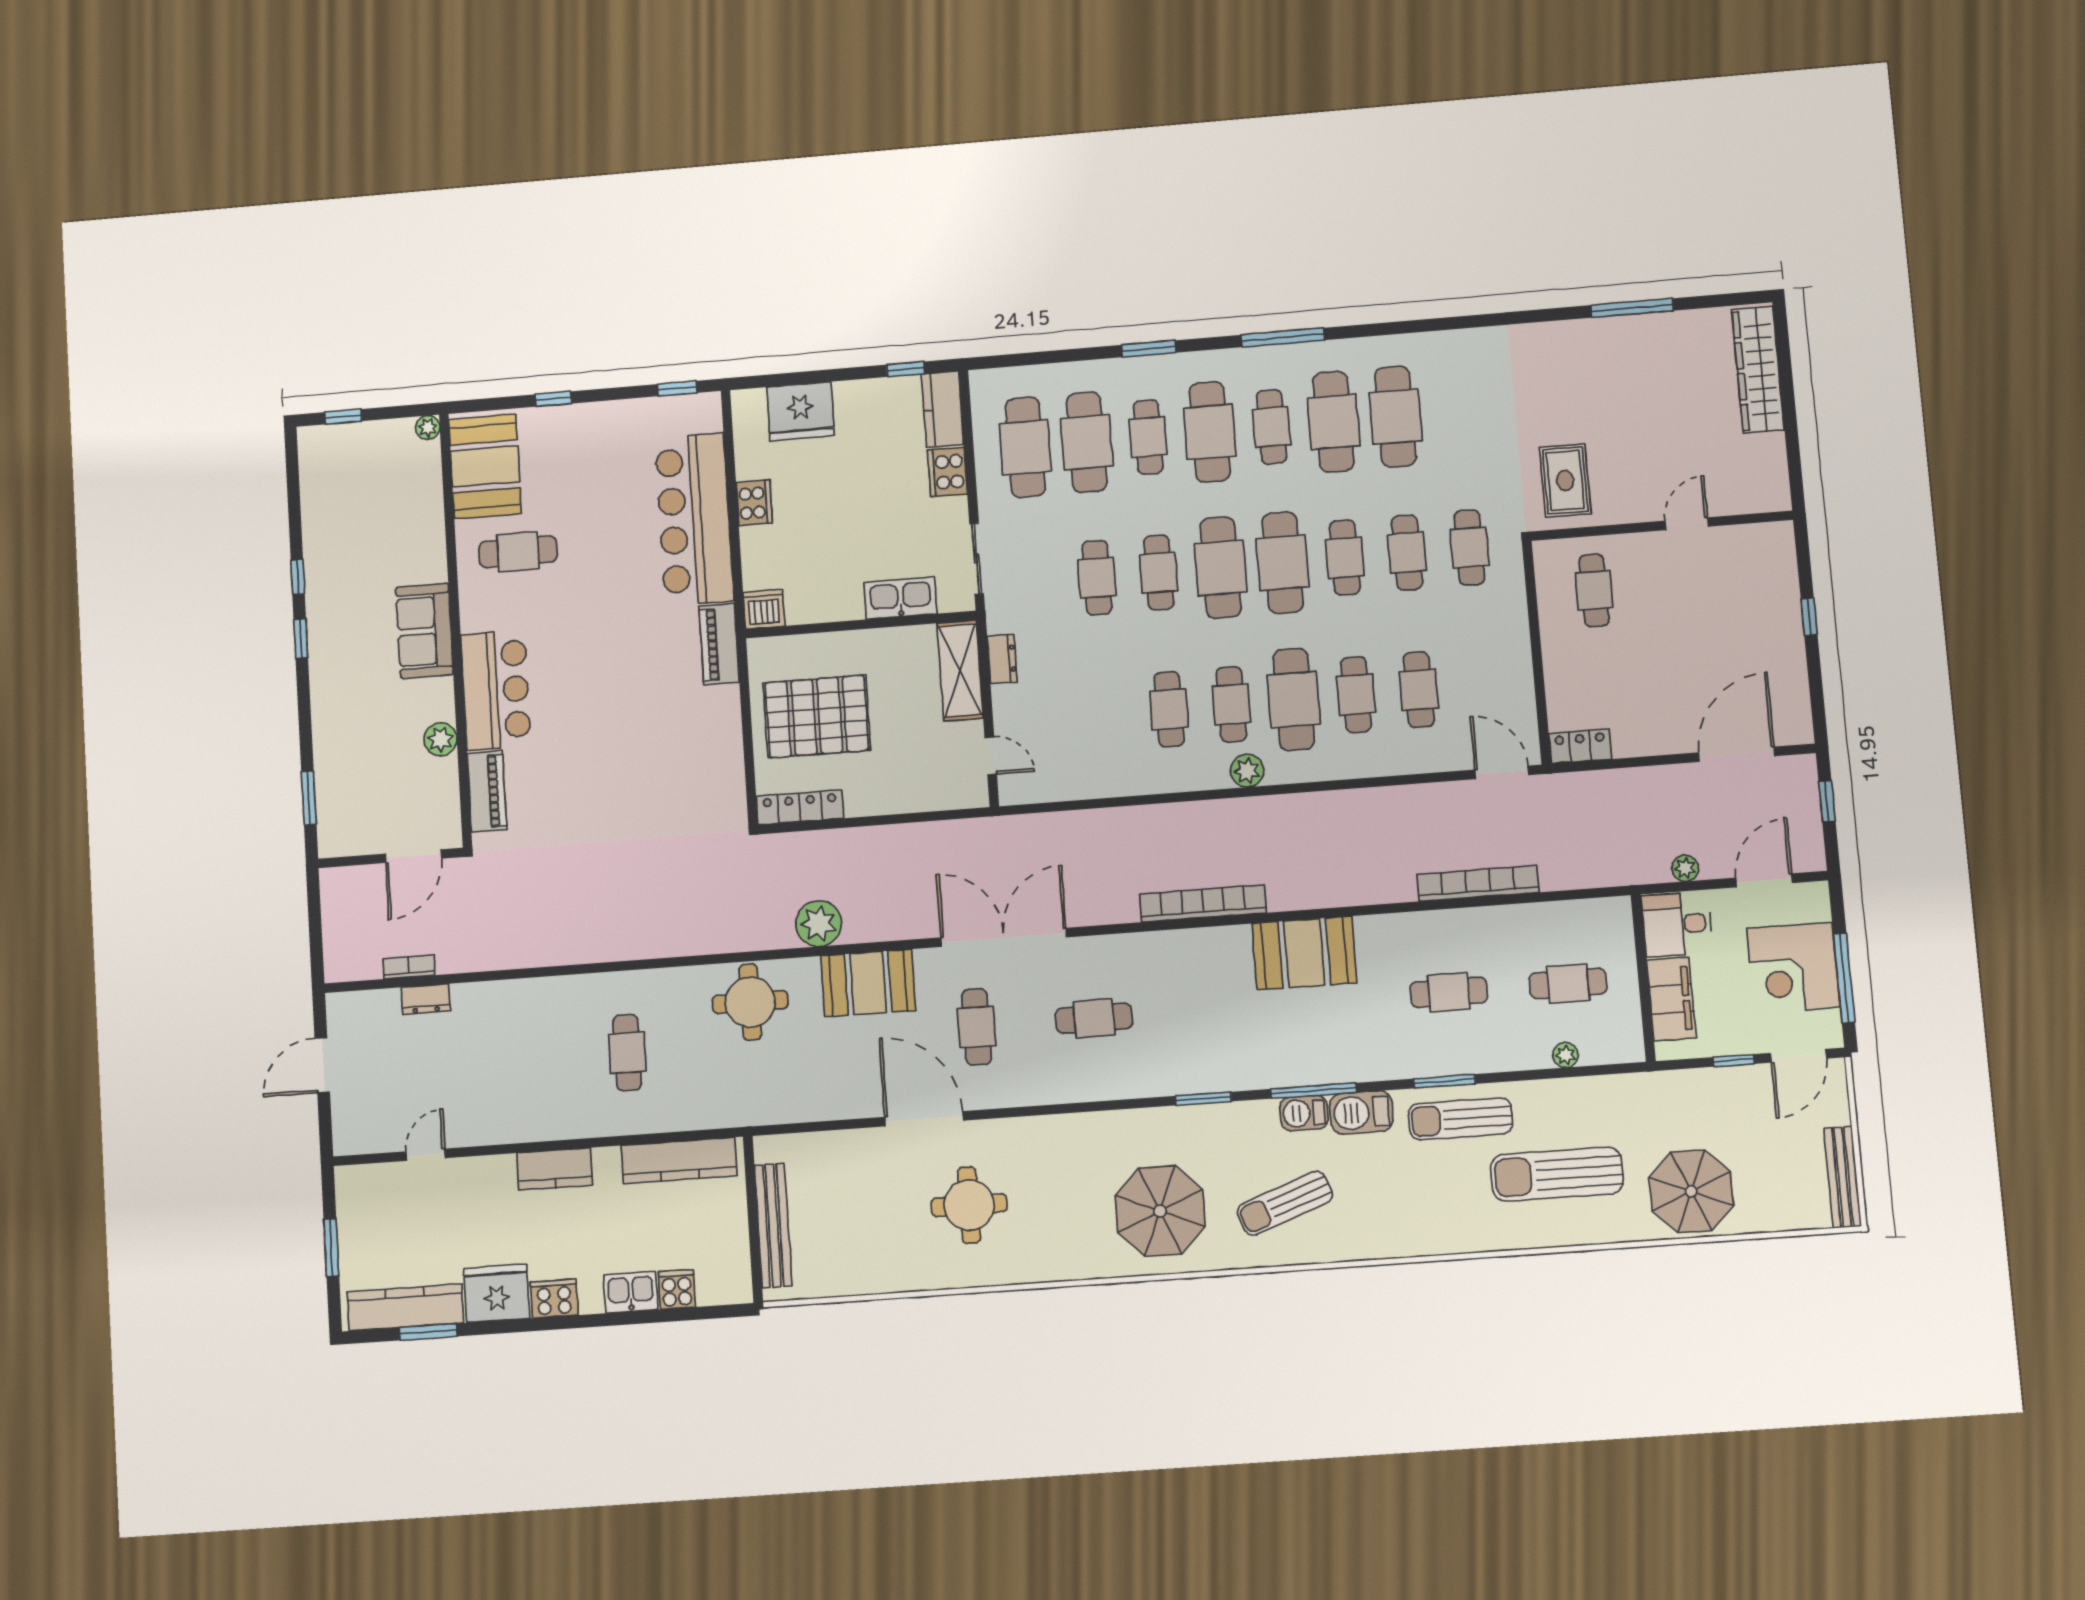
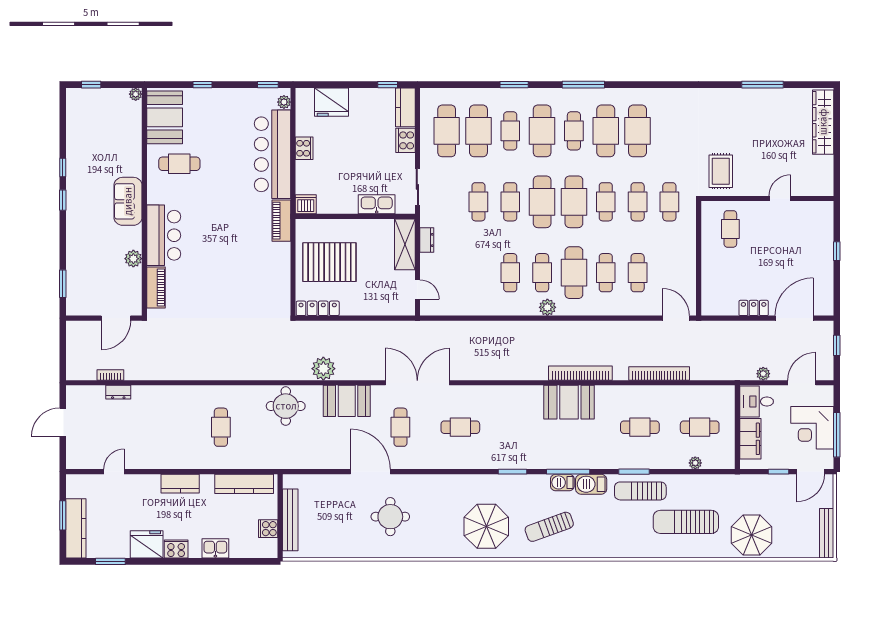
plant: (710, 419) -> (284, 102), added
locker: (1580, 746) -> (754, 308), moved
bookcase: (1203, 903) -> (580, 373), moved
cooker: (677, 1289) -> (268, 529), moved, turned -90
kitchen counter: (405, 1307) -> (76, 528), moved, turned 90

